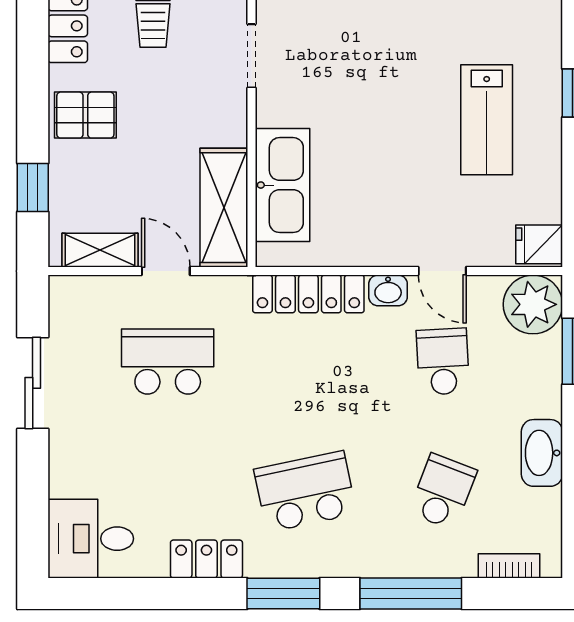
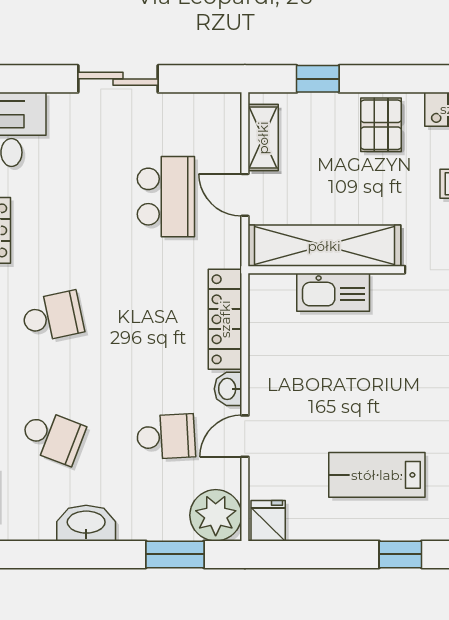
kitchen sink: (283, 185) -> (333, 292), width x0.73, depth x0.81
shelving: (224, 208) -> (324, 246), width x1.47
door: (166, 271) -> (245, 195), swing flipped
sliding door: (33, 383) -> (118, 79), moved
school desk: (305, 492) -> (52, 317), width x0.54

